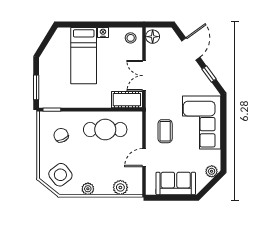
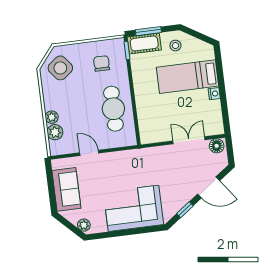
stool: (131, 38) -> (175, 46), moved
double door: (144, 76) -> (189, 140), moved
cot: (127, 100) -> (144, 43), moved, turned 90
coffee table: (165, 131) -> (120, 171), removed
chair: (61, 135) -> (102, 63), turned -67
plant: (88, 189) -> (52, 117), moved

